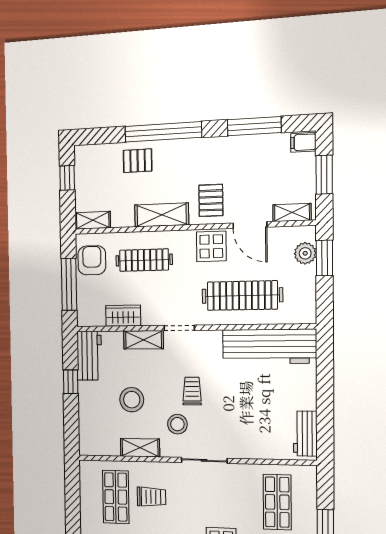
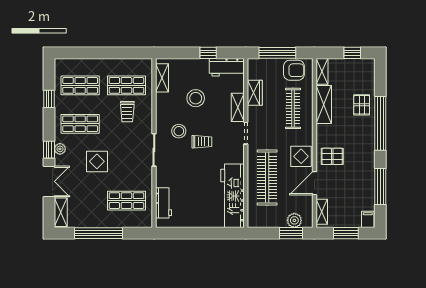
shelving: (162, 215) -> (324, 104), moved
workbench: (305, 434) -> (163, 203), moved, turned 90
shelving: (140, 448) -> (162, 78), moved

